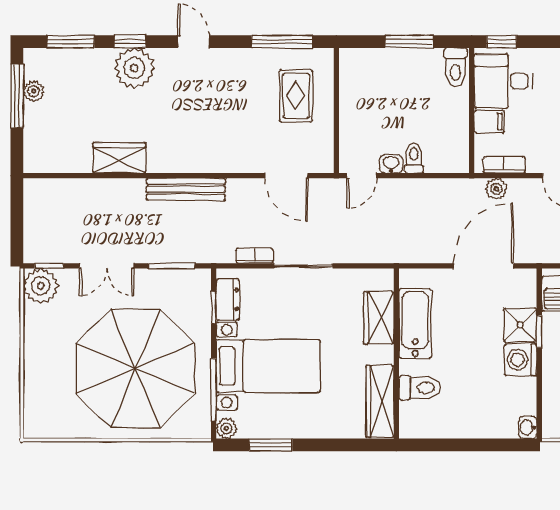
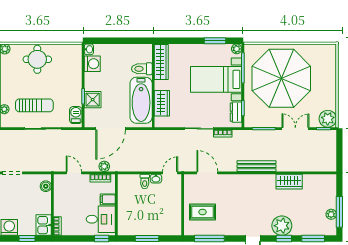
toilet: (455, 67) -> (124, 226), removed
rug: (296, 96) -> (202, 212), turned 90
bathtub: (415, 324) -> (141, 100), width x1.36, depth x1.36
washing machine: (521, 360) -> (92, 64), moved

